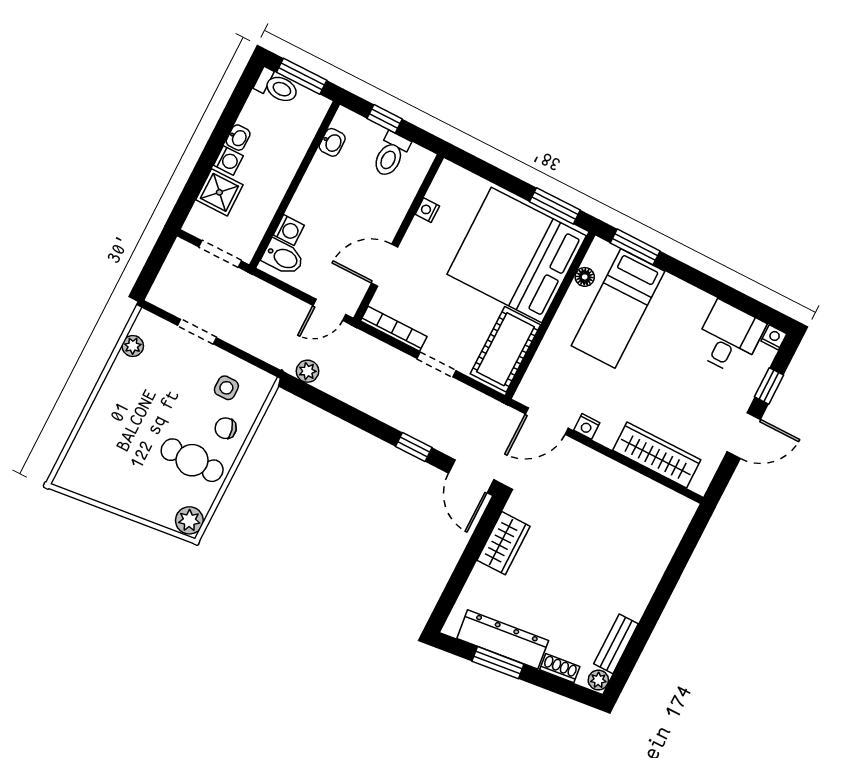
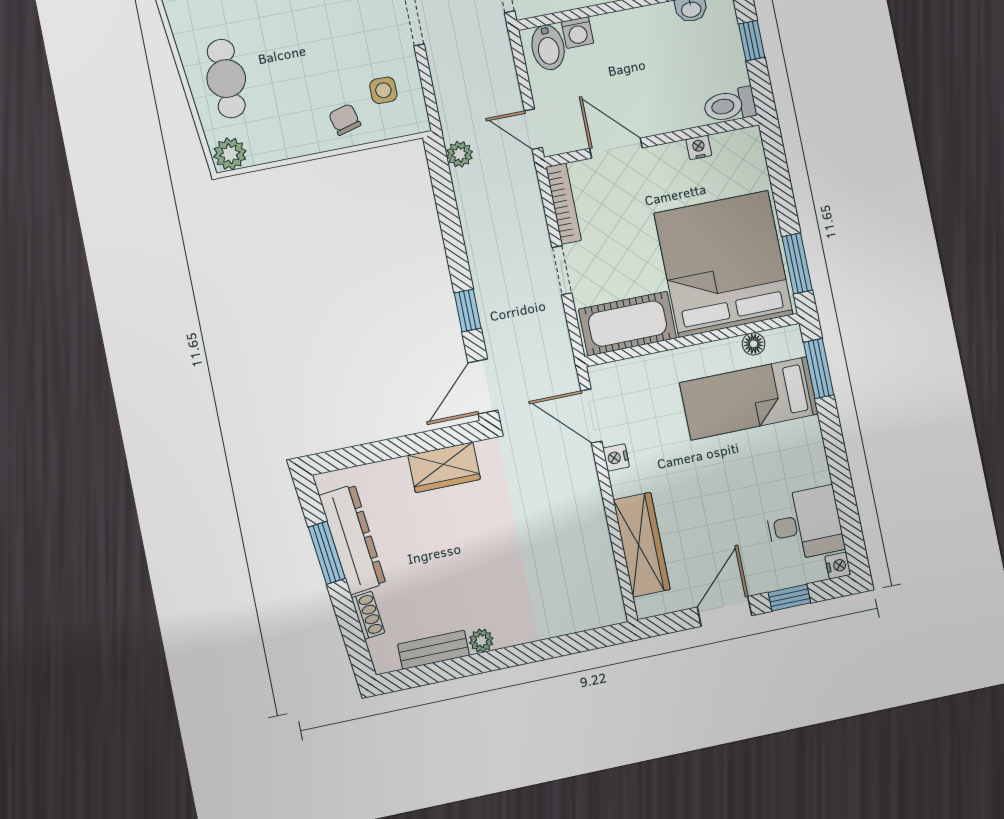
toilet: (391, 155) -> (730, 105), moved
door: (744, 435) -> (725, 611), swing flipped
cafe table: (192, 460) -> (226, 79), moved
plant: (598, 680) -> (481, 641), moved

